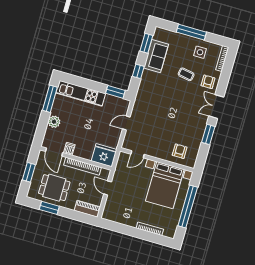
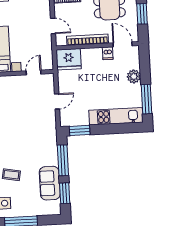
window: (138, 71) -> (63, 160), width x2.17

